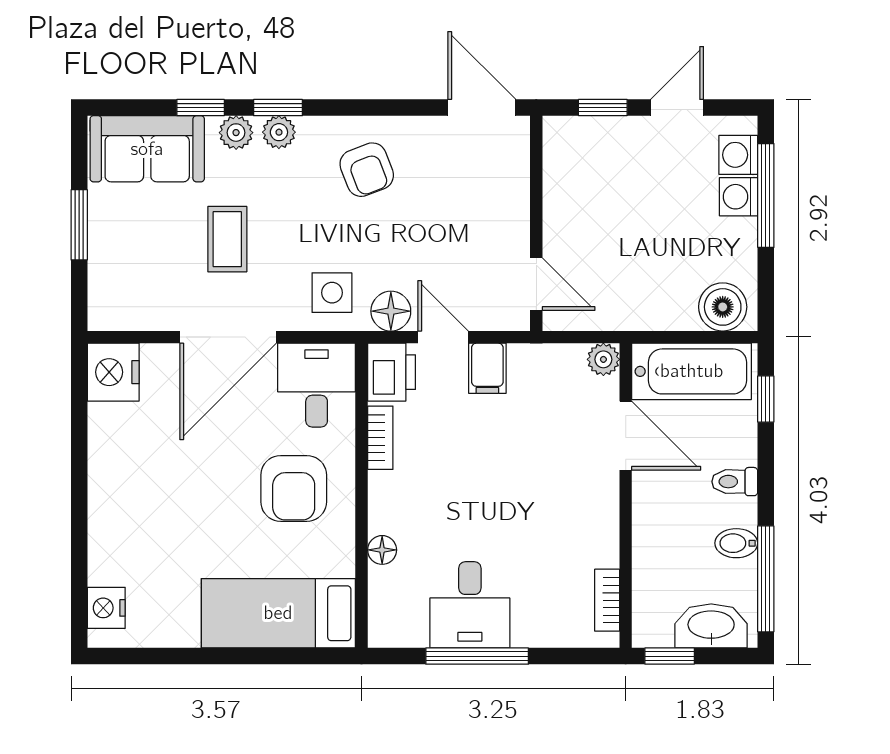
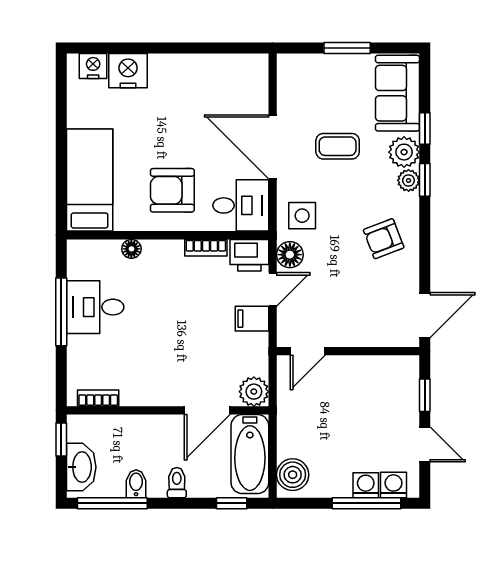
plant: (236, 133) -> (404, 152), width x1.38, depth x1.38
plant: (603, 359) -> (254, 392), width x1.38, depth x1.38
nightstand: (113, 372) -> (128, 71), moved

